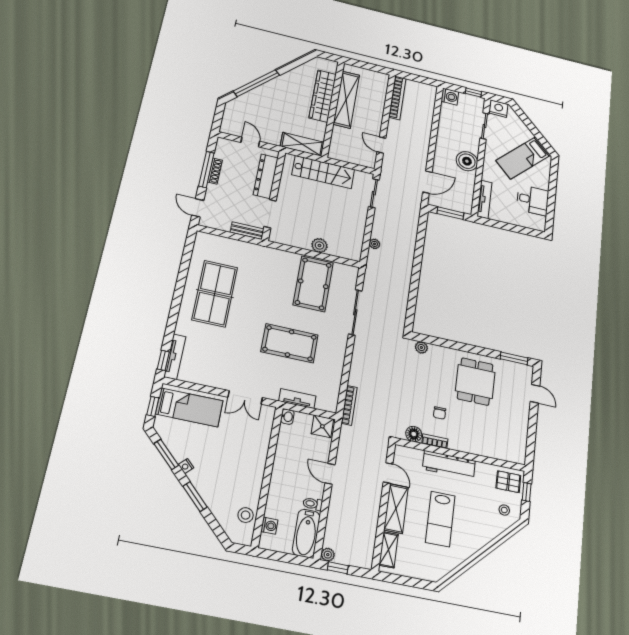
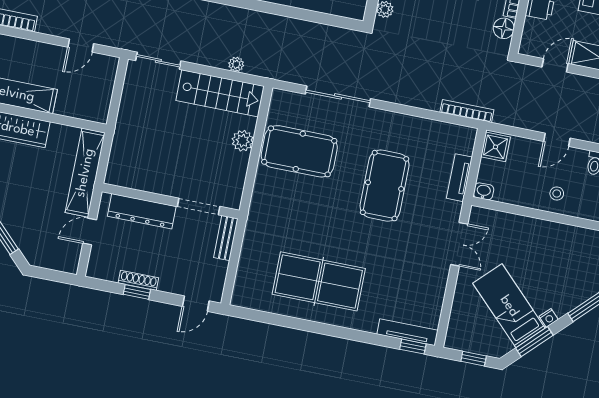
shelving: (302, 144) -> (85, 173), width x1.47
window: (206, 169) -> (137, 292), width x0.46
stairs: (323, 172) -> (220, 93), moved, turned 90
bed: (189, 407) -> (509, 306), moved, turned -45
stool: (287, 473) -> (557, 193), added

